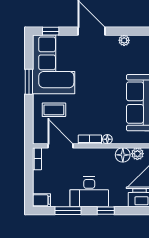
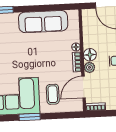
plant: (137, 154) -> (89, 67), moved
floor lamp: (123, 155) -> (90, 55), moved

